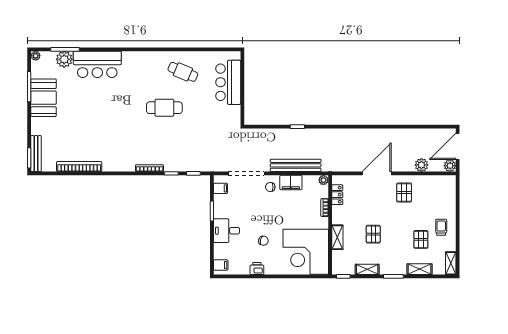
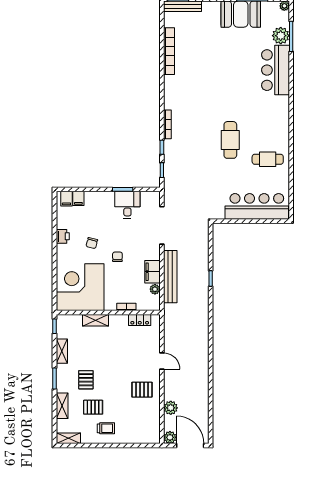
cafe table: (183, 72) -> (268, 159), turned 67
bar counter: (228, 82) -> (257, 206), width x1.36
door: (377, 173) -> (162, 361), width x0.53
plant: (323, 180) -> (155, 289), moved
chair: (270, 187) -> (117, 257), moved
filing cabinet: (221, 188) -> (78, 198), moved
desk: (227, 231) -> (127, 205), moved
pallet: (373, 234) -> (86, 380), moved, turned 90

